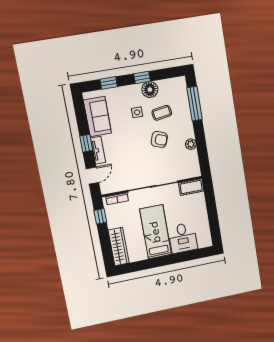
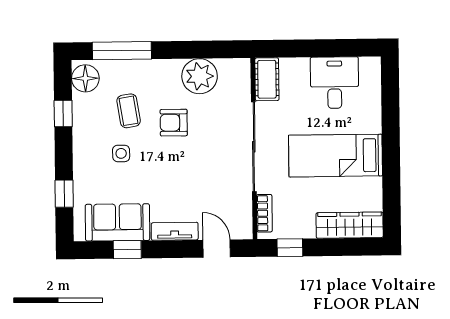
window: (142, 77) -> (63, 113), moved
floor lamp: (150, 90) -> (85, 78), moved
armchair: (159, 139) -> (174, 123), turned -110
window: (86, 143) -> (127, 250), moved
plant: (191, 144) -> (200, 76), width x1.88, depth x1.88
desk: (183, 238) -> (335, 83), moved, turned -90

